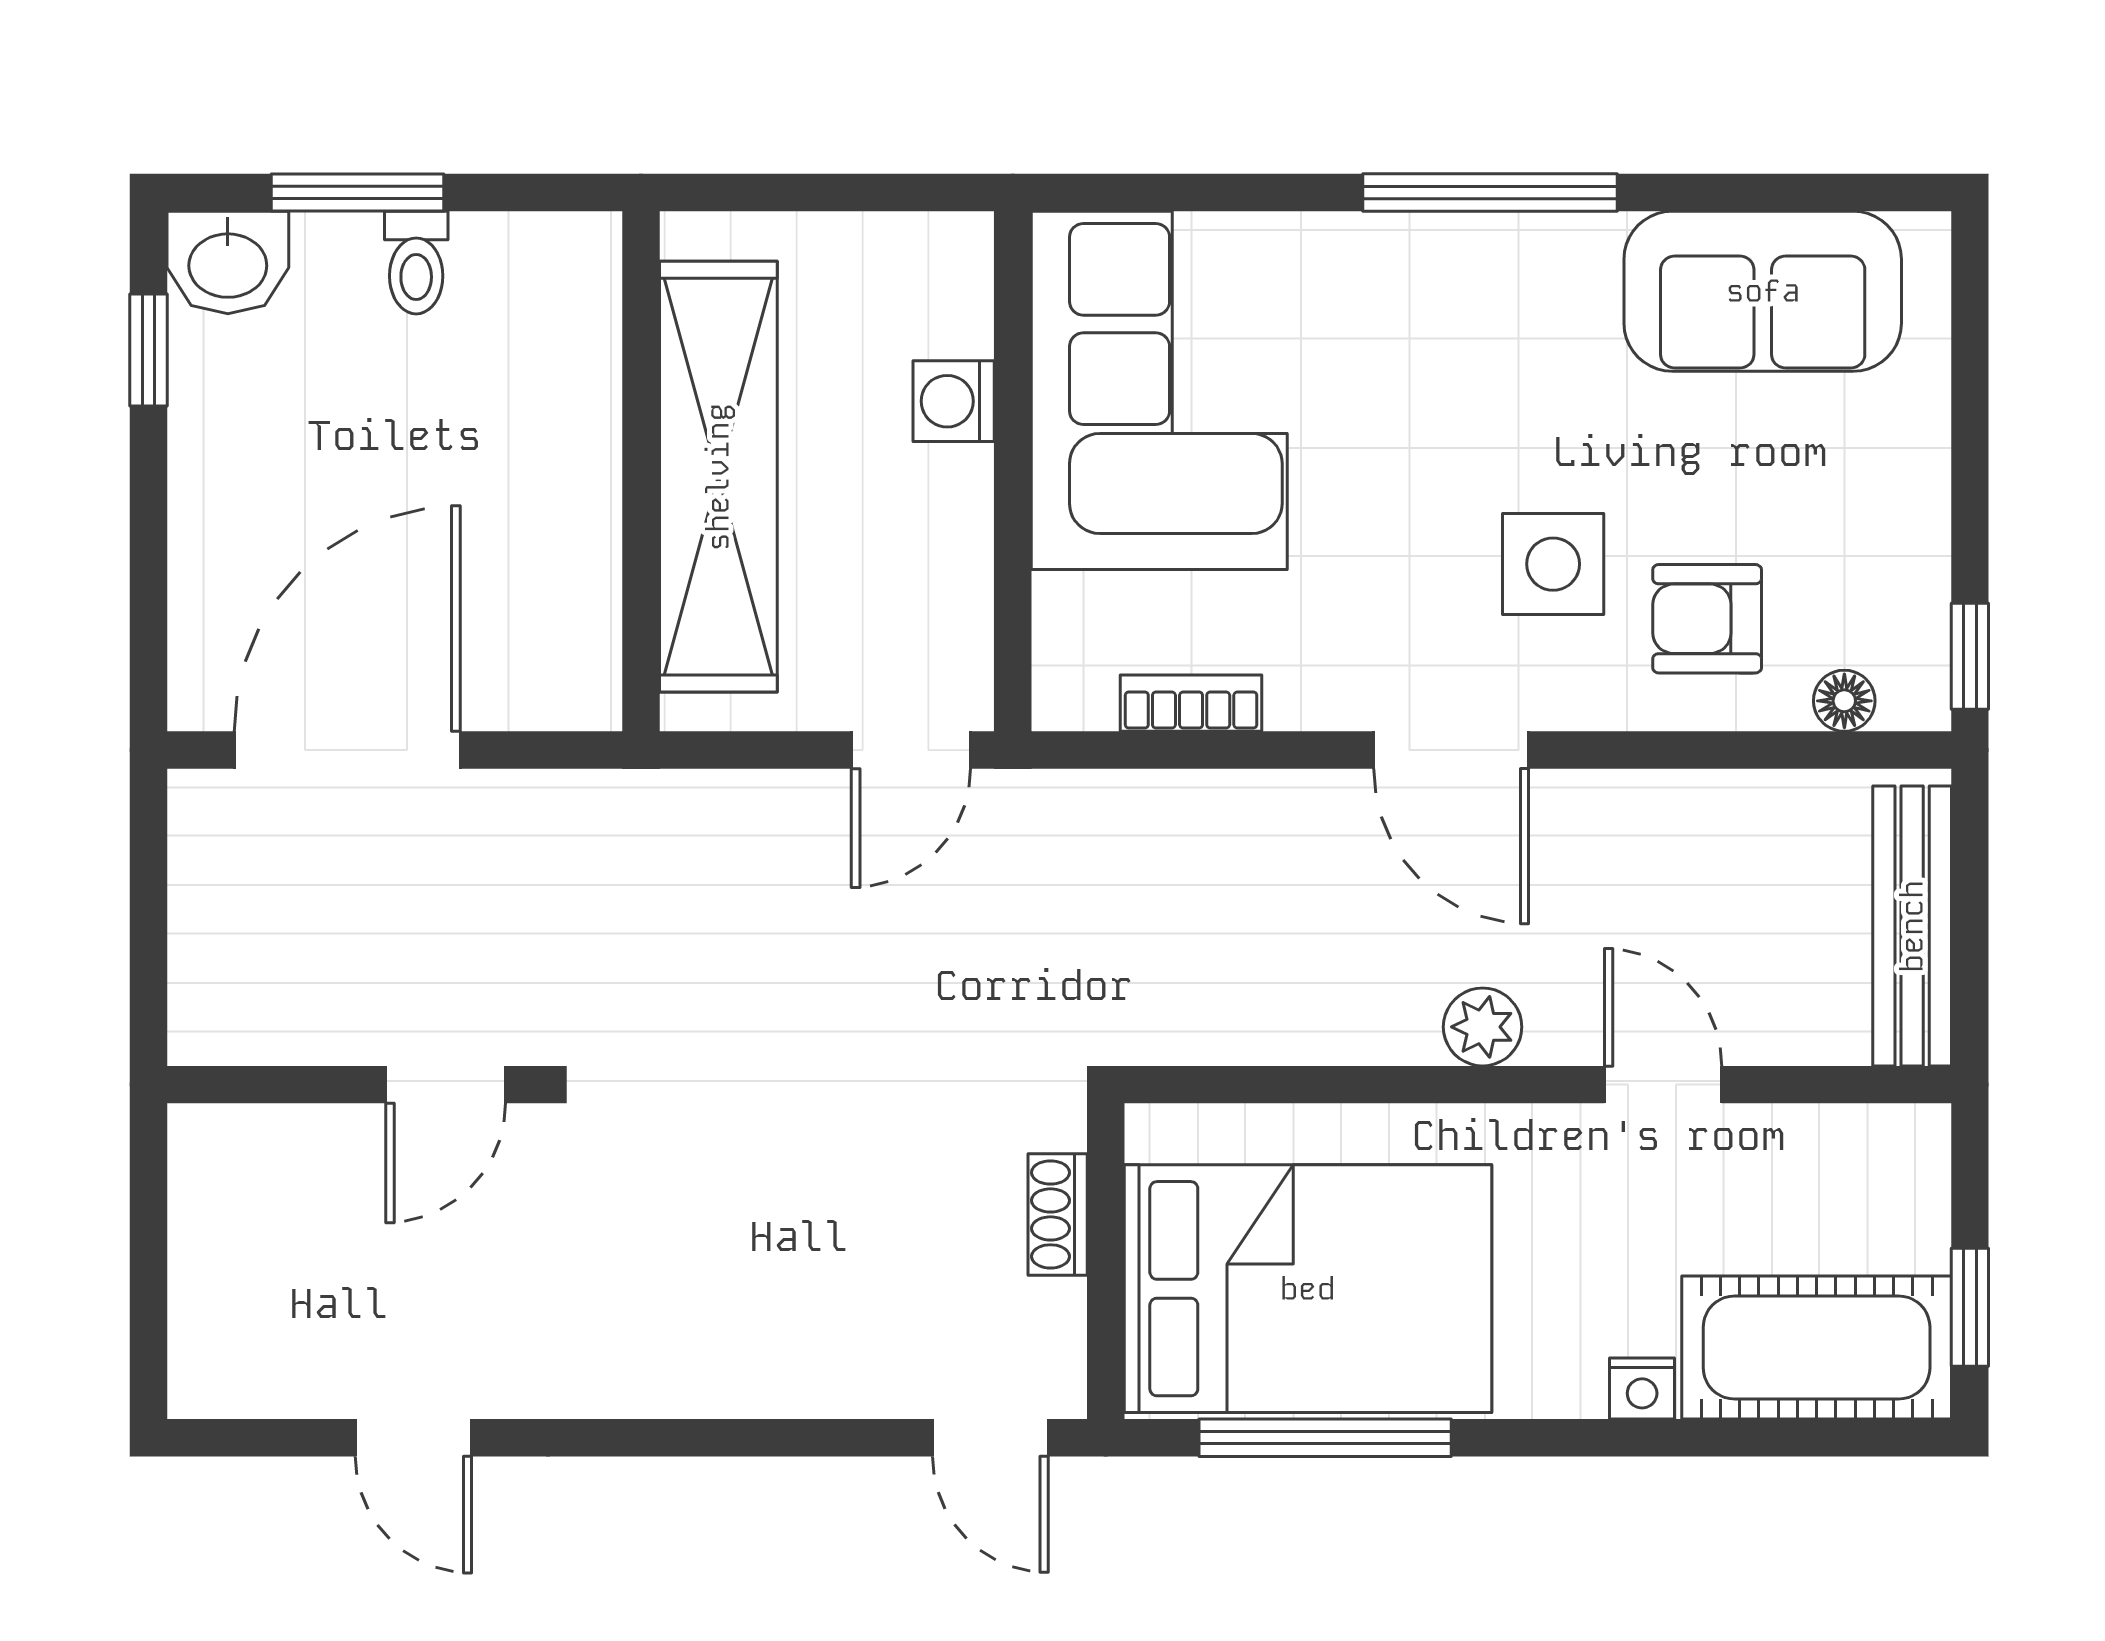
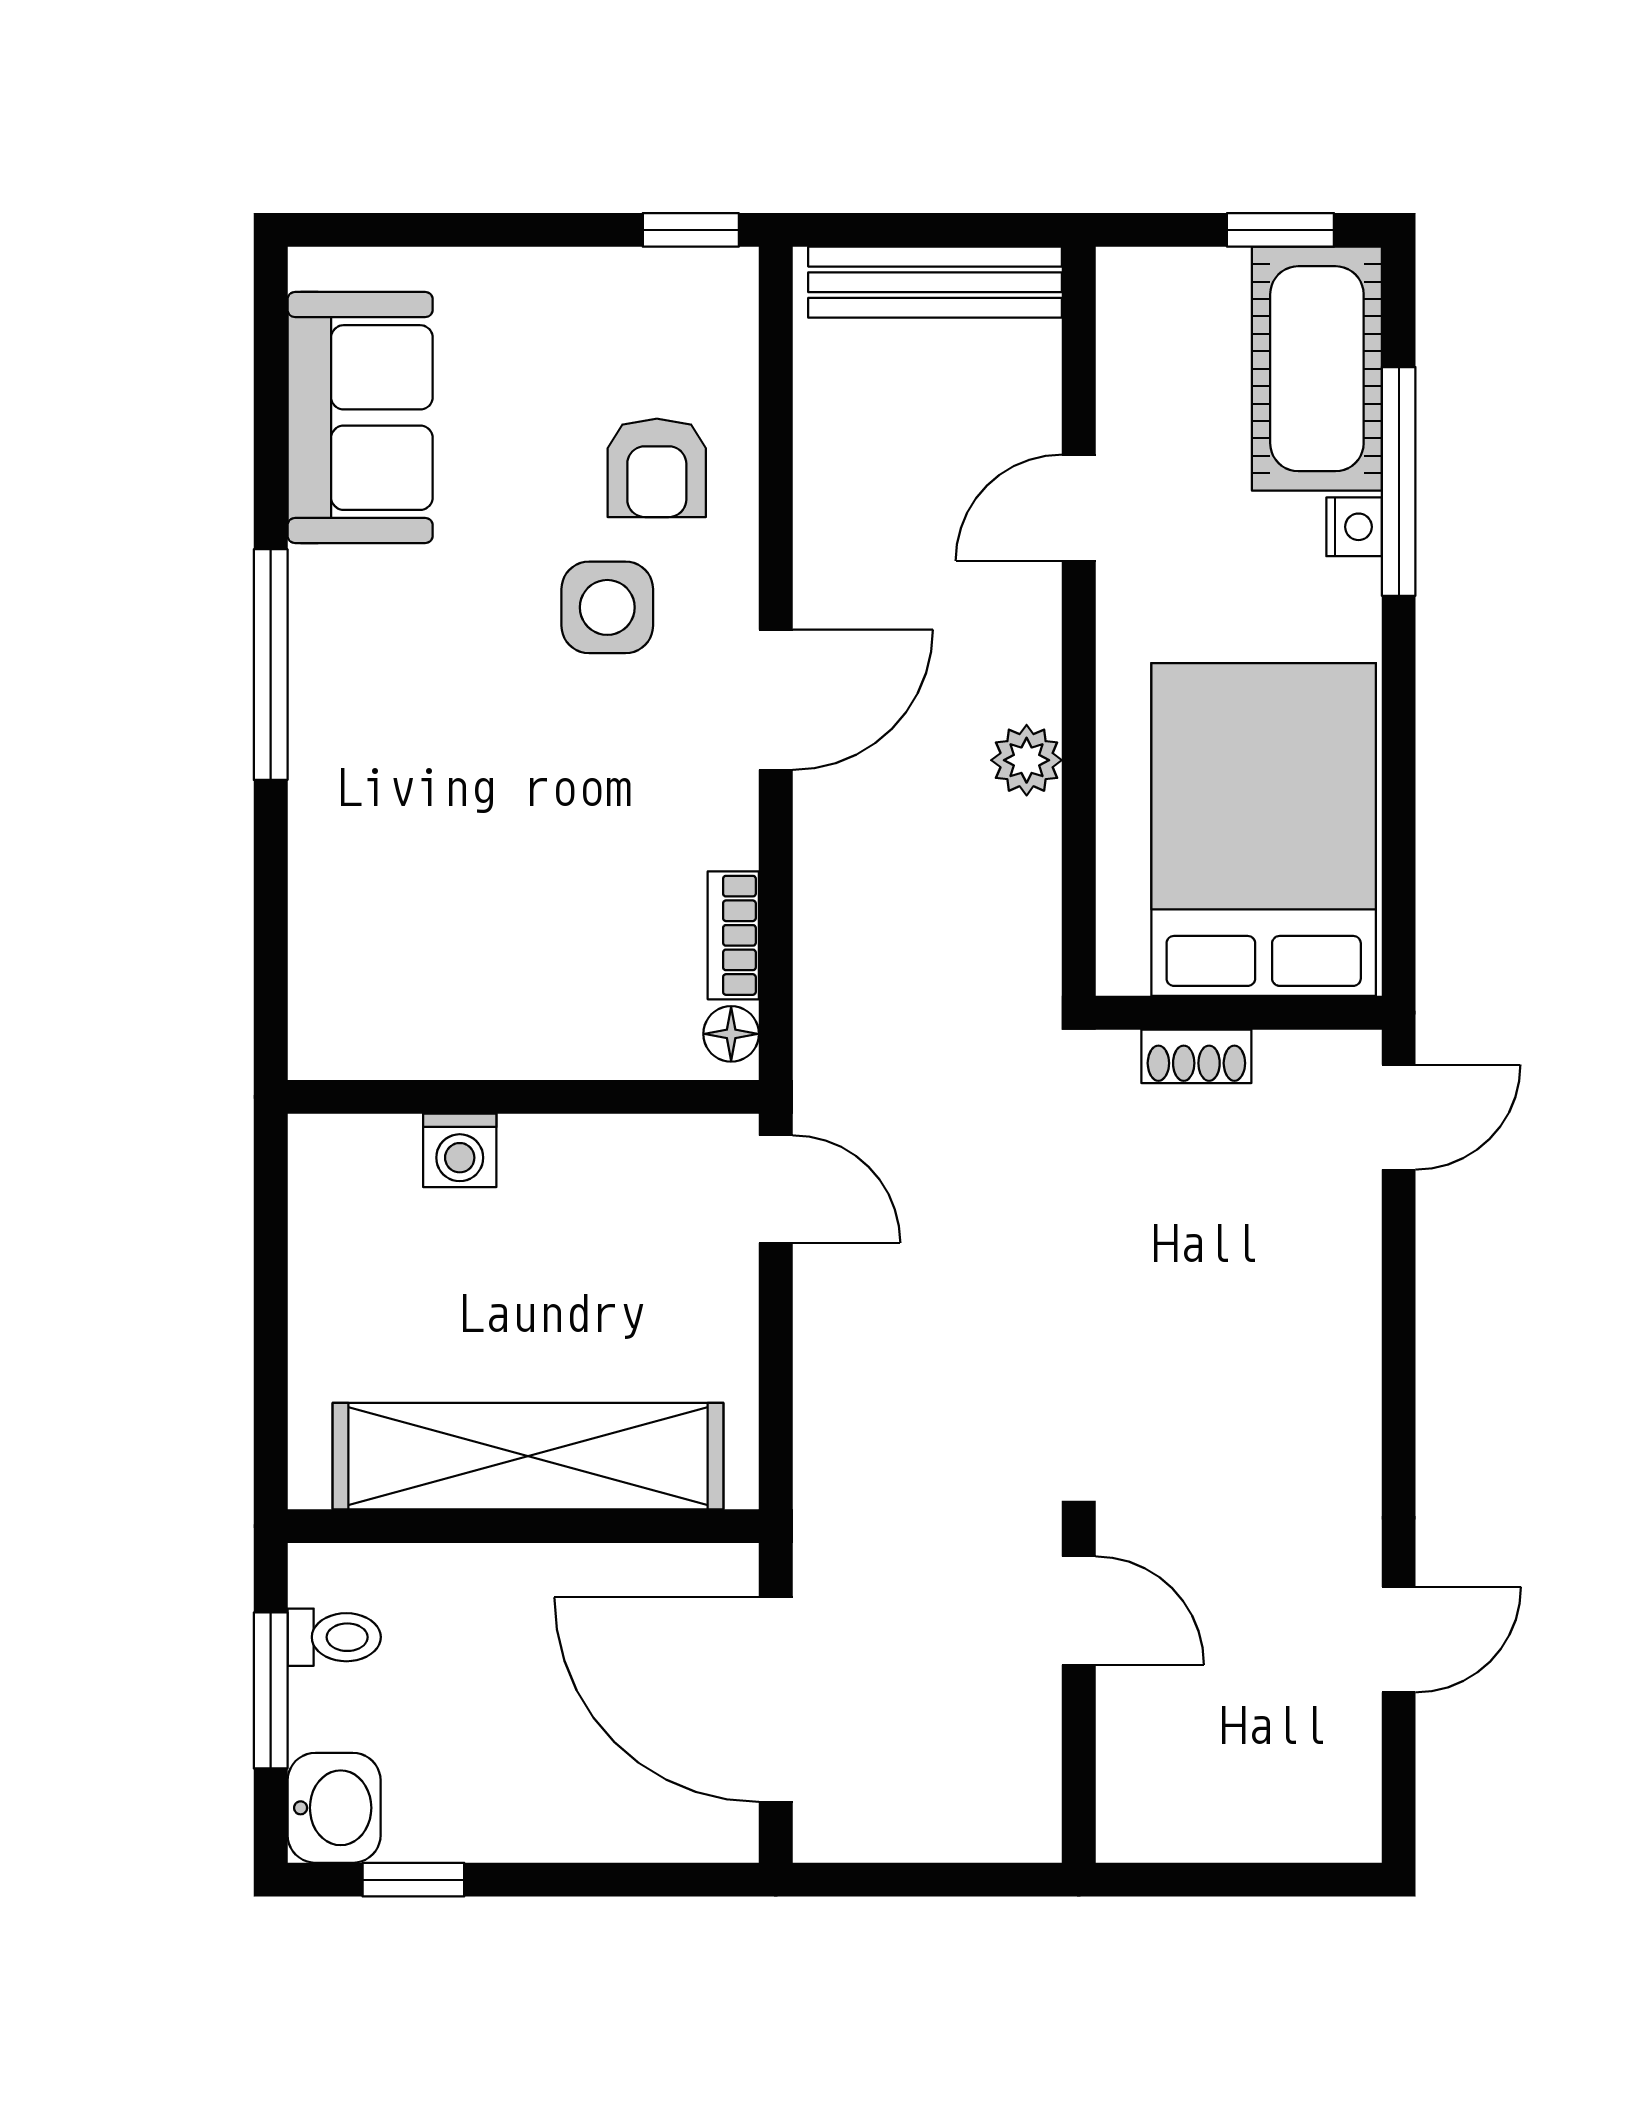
corner sofa: (1159, 390) -> (450, 964), removed
wall: (641, 471) -> (523, 1526), moved
shelving: (718, 477) -> (528, 1456), moved
floor lamp: (1844, 701) -> (731, 1034), moved
plant: (1483, 1027) -> (1027, 760), moved
window: (1325, 1438) -> (1399, 481), moved

